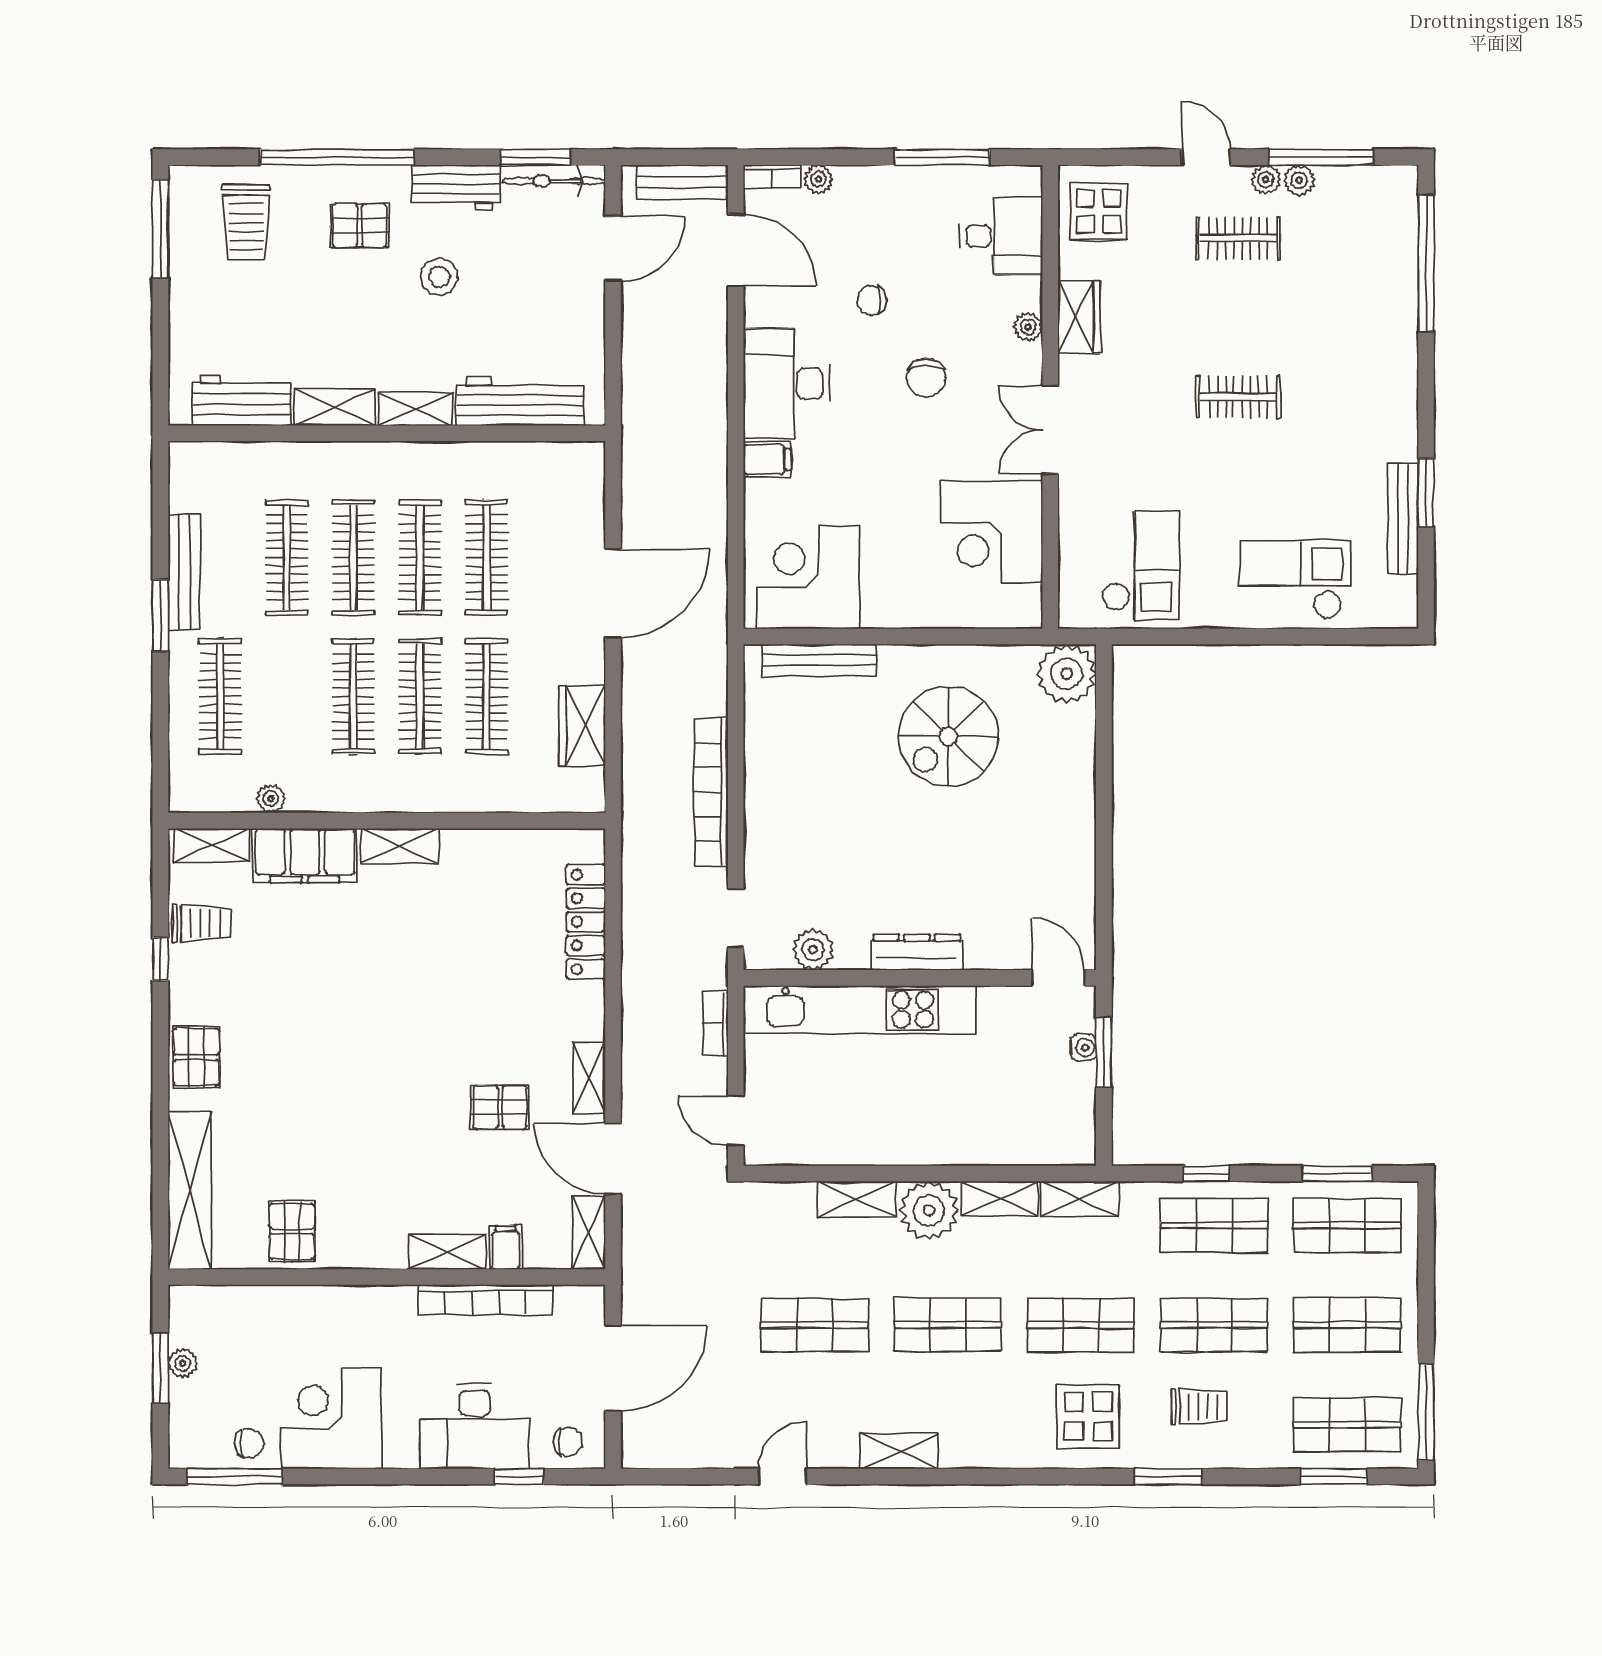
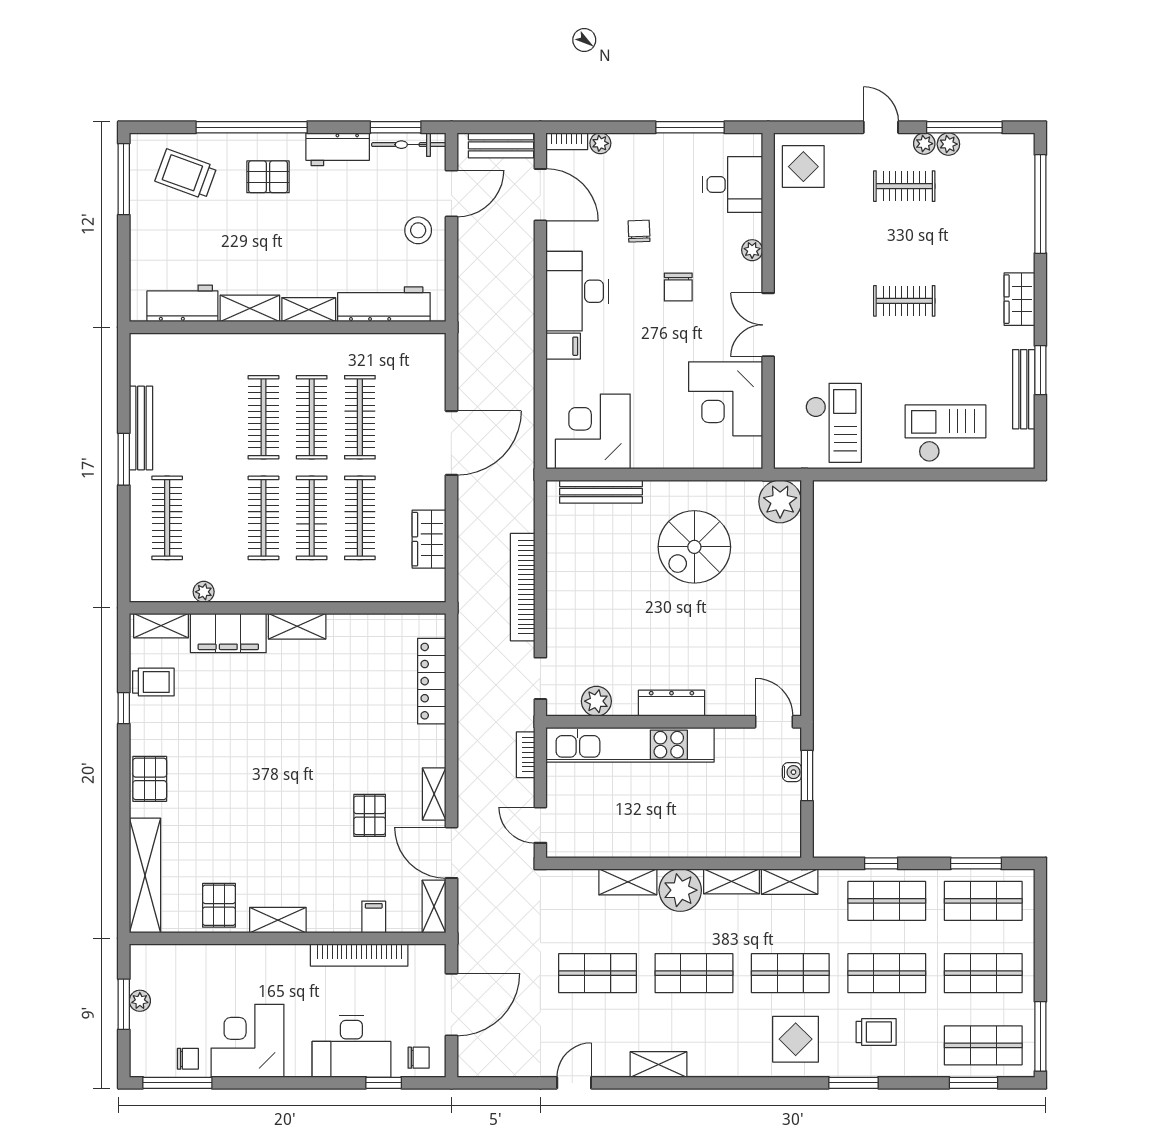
trolley: (246, 222) -> (186, 174), turned 110
stool: (439, 277) -> (418, 230), moved
chair: (872, 300) -> (639, 231), turned 88
wardrobe: (1079, 317) -> (1020, 299), moved, turned 180
clothes rail: (287, 558) -> (215, 417), removed
pallet: (500, 1107) -> (370, 815), turned 90
shelving: (447, 1252) -> (278, 920), moved

